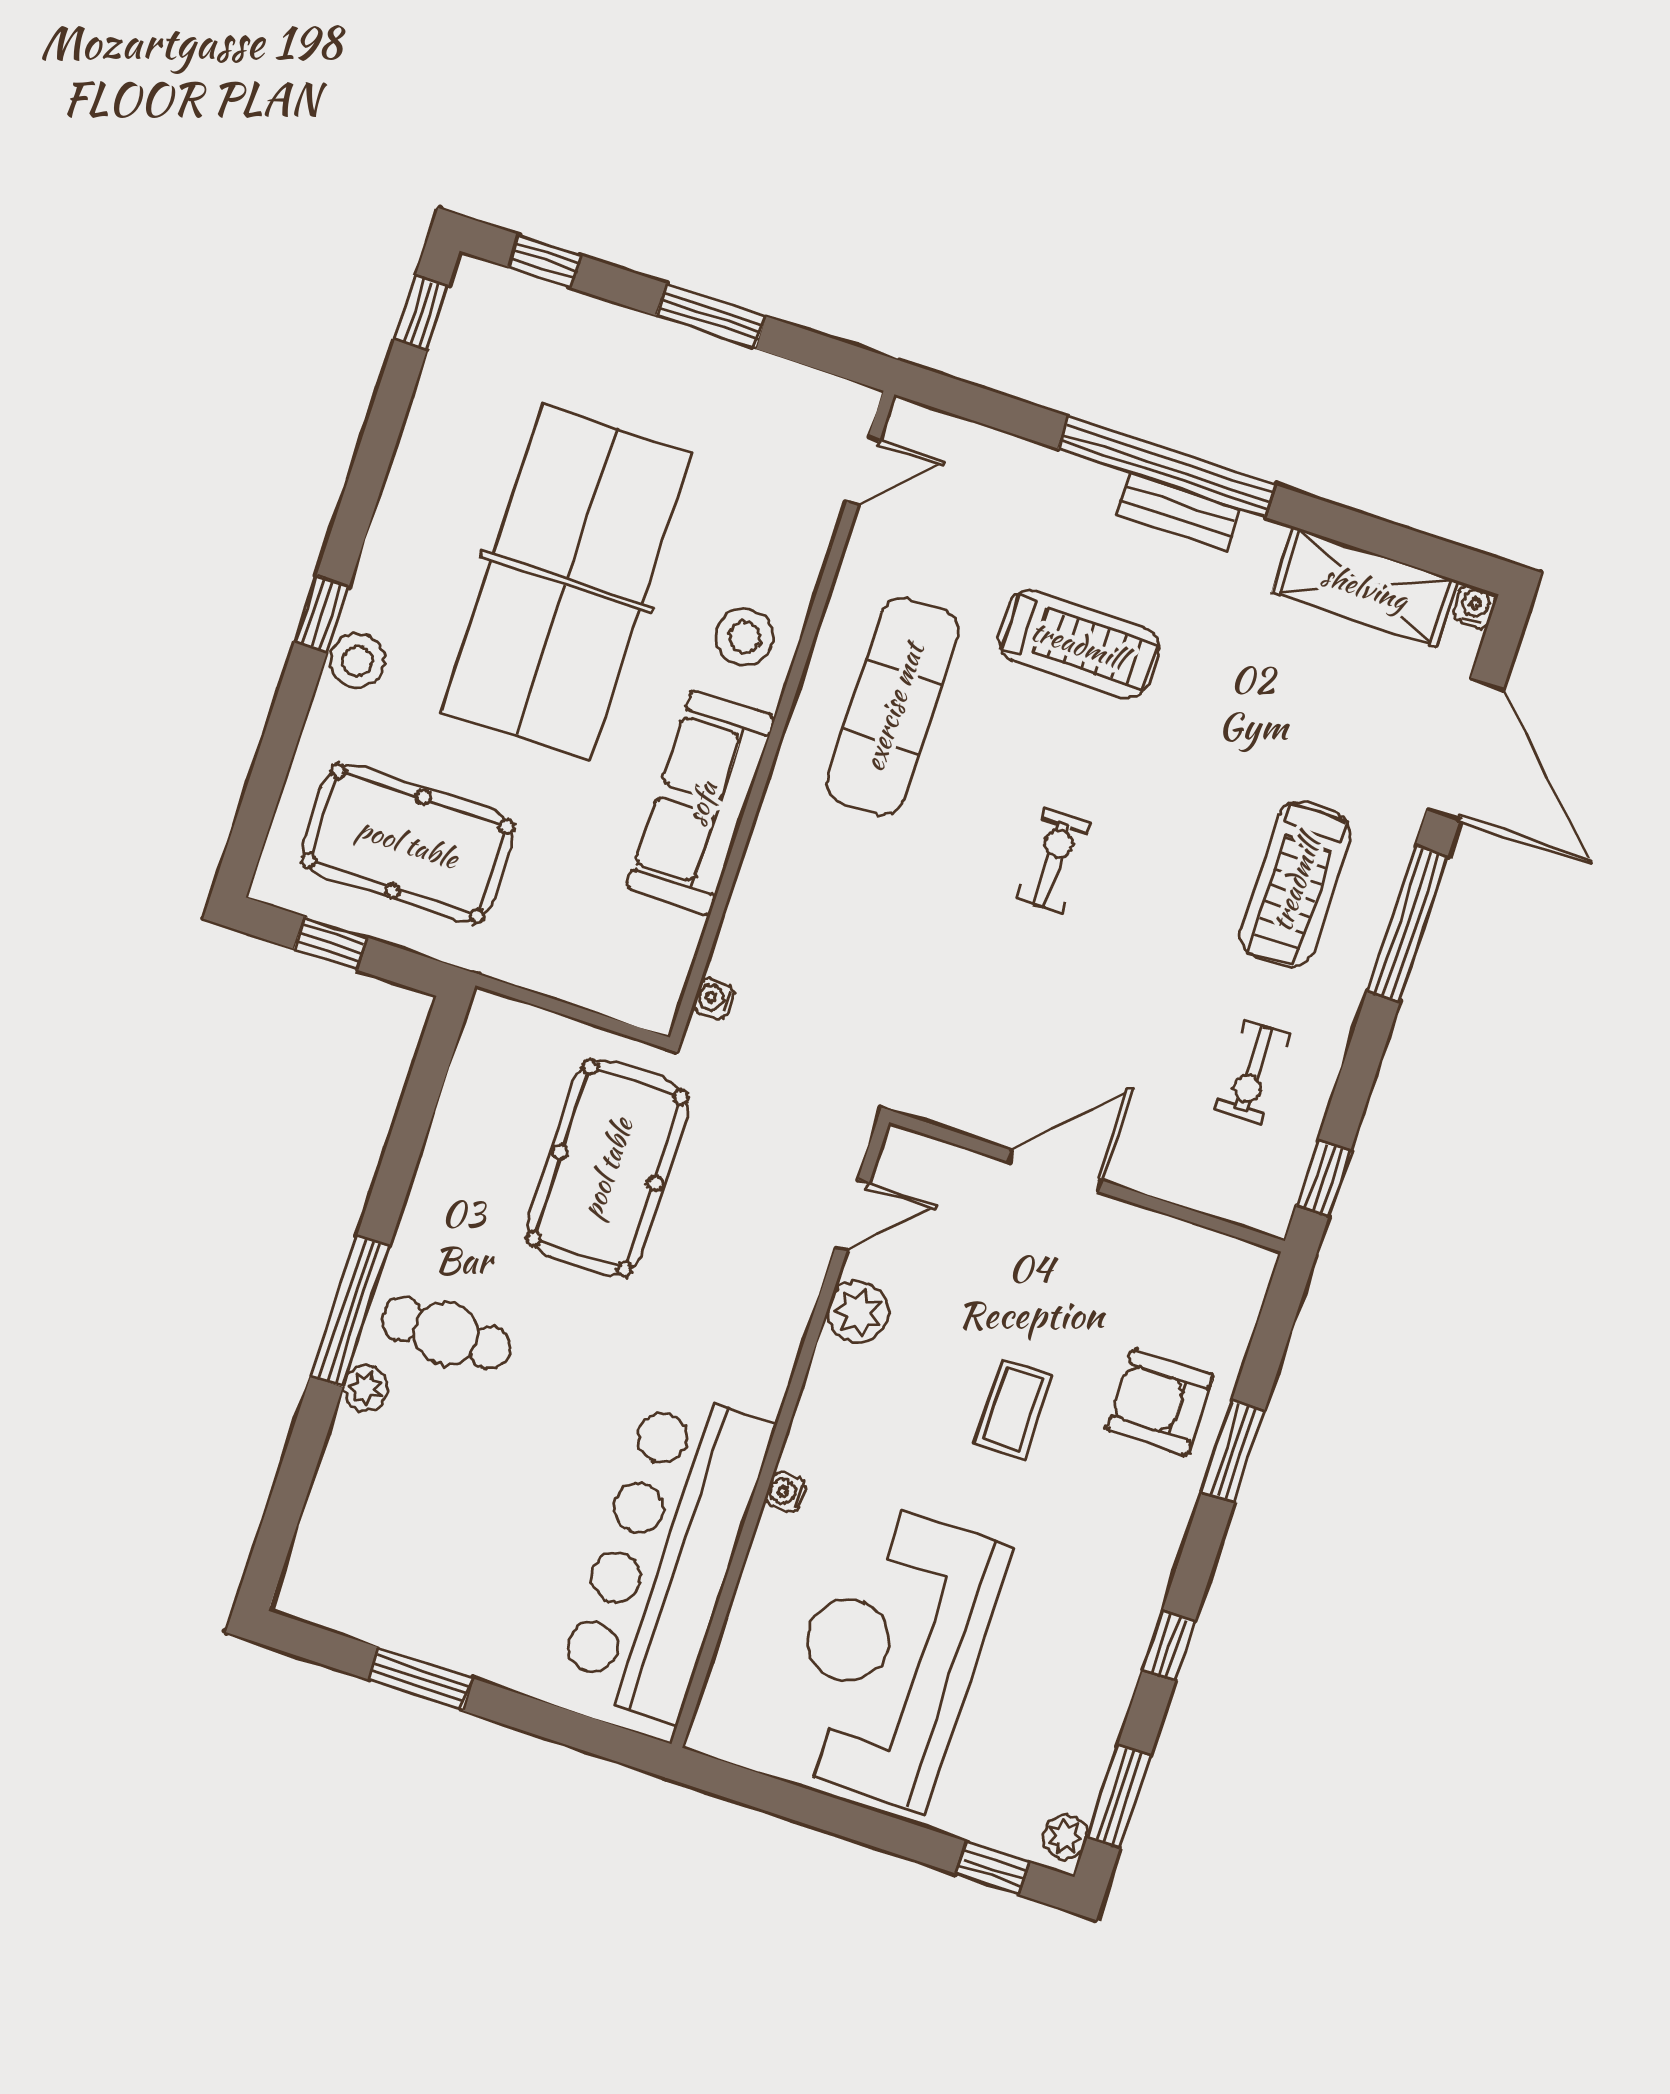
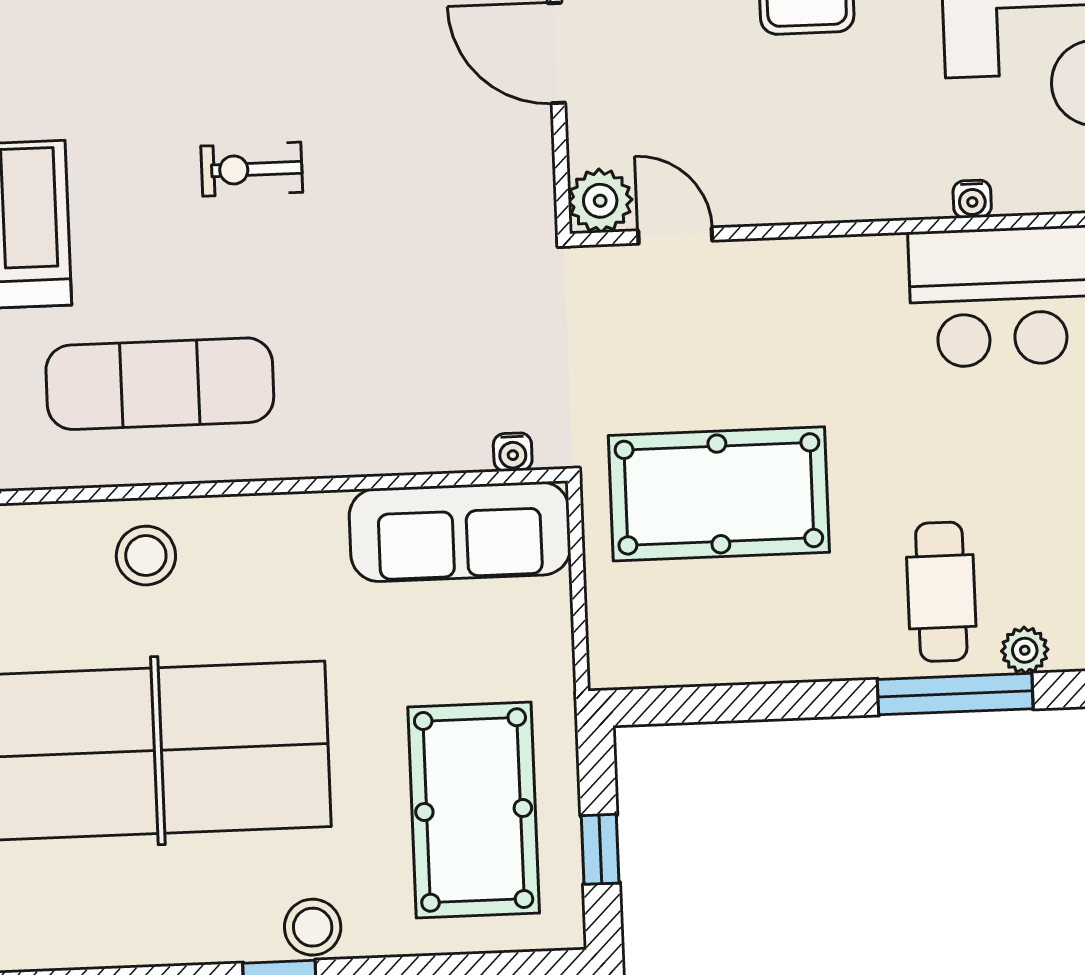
sofa: (701, 803) -> (460, 532), moved
plant: (858, 1312) -> (600, 201), moved

